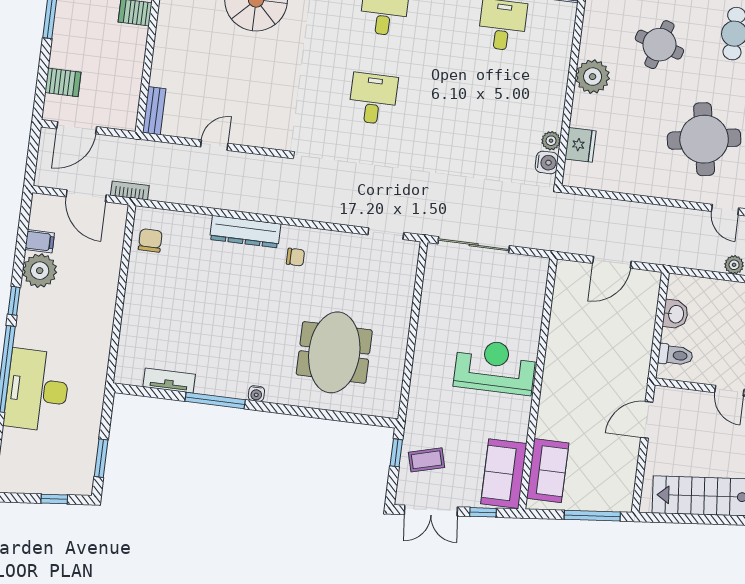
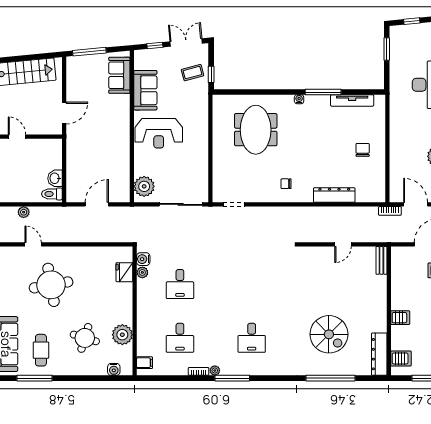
plant: (593, 77) -> (122, 335), moved
desk: (373, 99) -> (180, 284), moved
dresser: (245, 232) -> (334, 195), moved
chair: (150, 240) -> (363, 150), moved, turned 180
plant: (530, 282) -> (144, 186), added
toilet: (675, 355) -> (52, 194), moved
tv unit: (169, 381) -> (352, 100), width x1.41
sofa: (504, 474) -> (145, 90), moved

